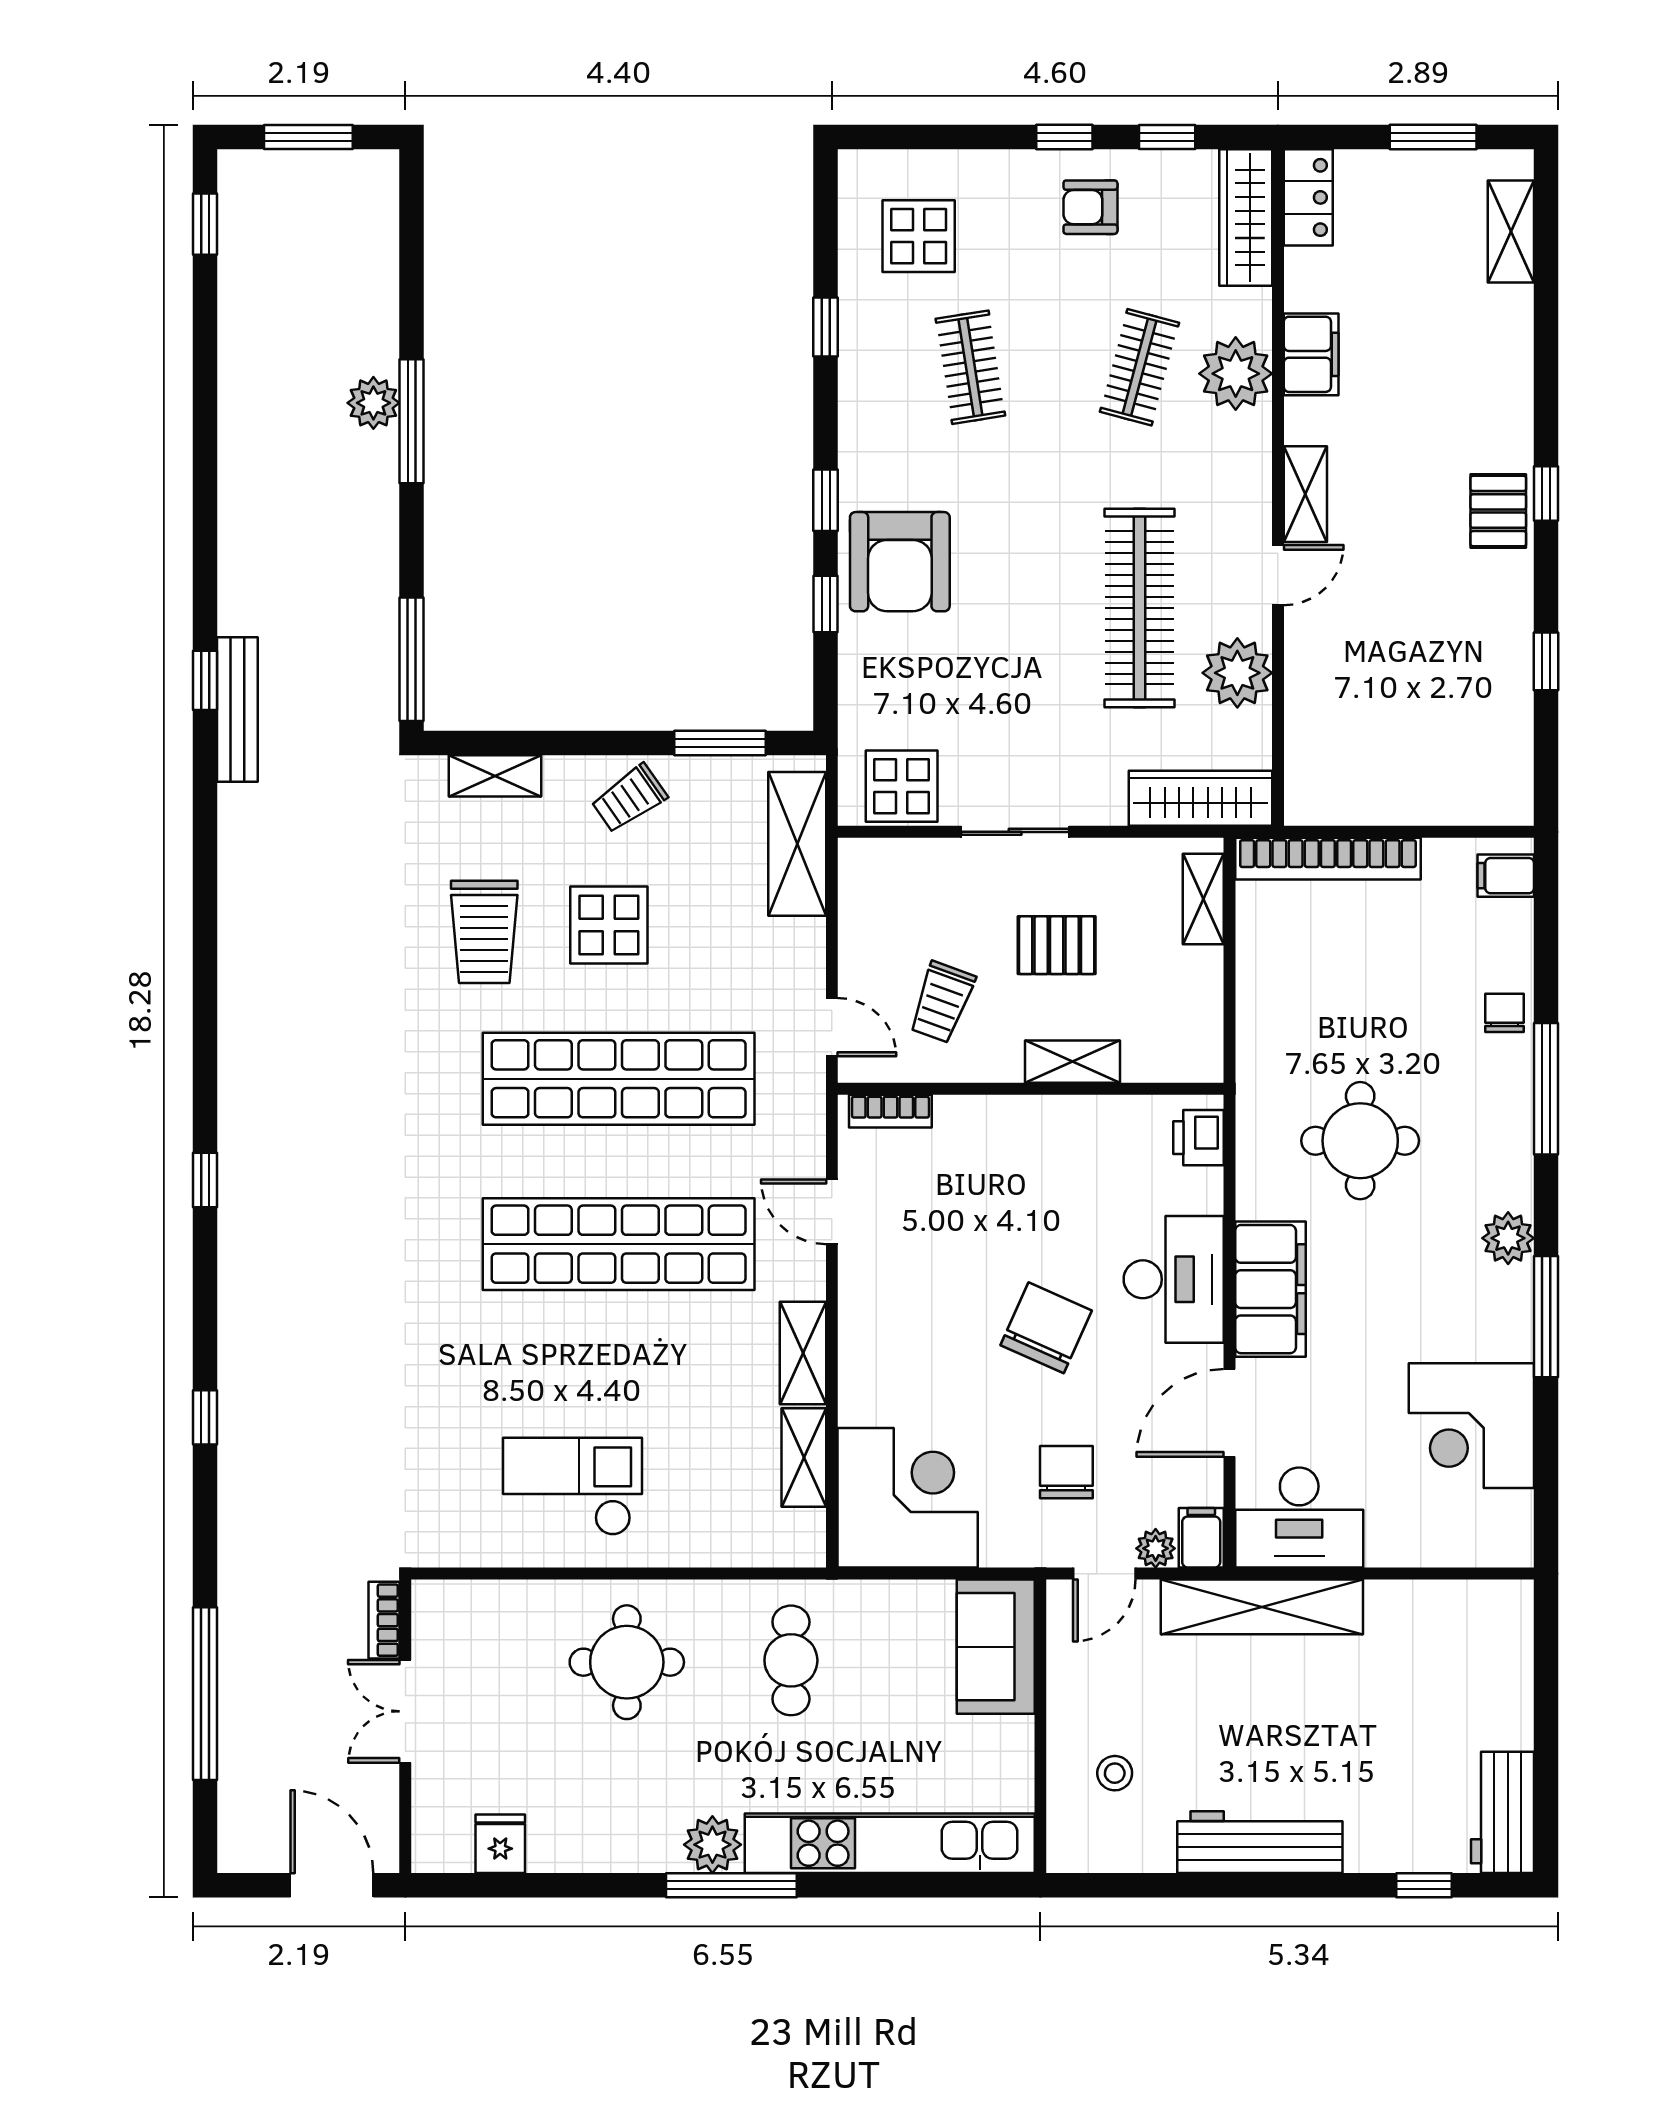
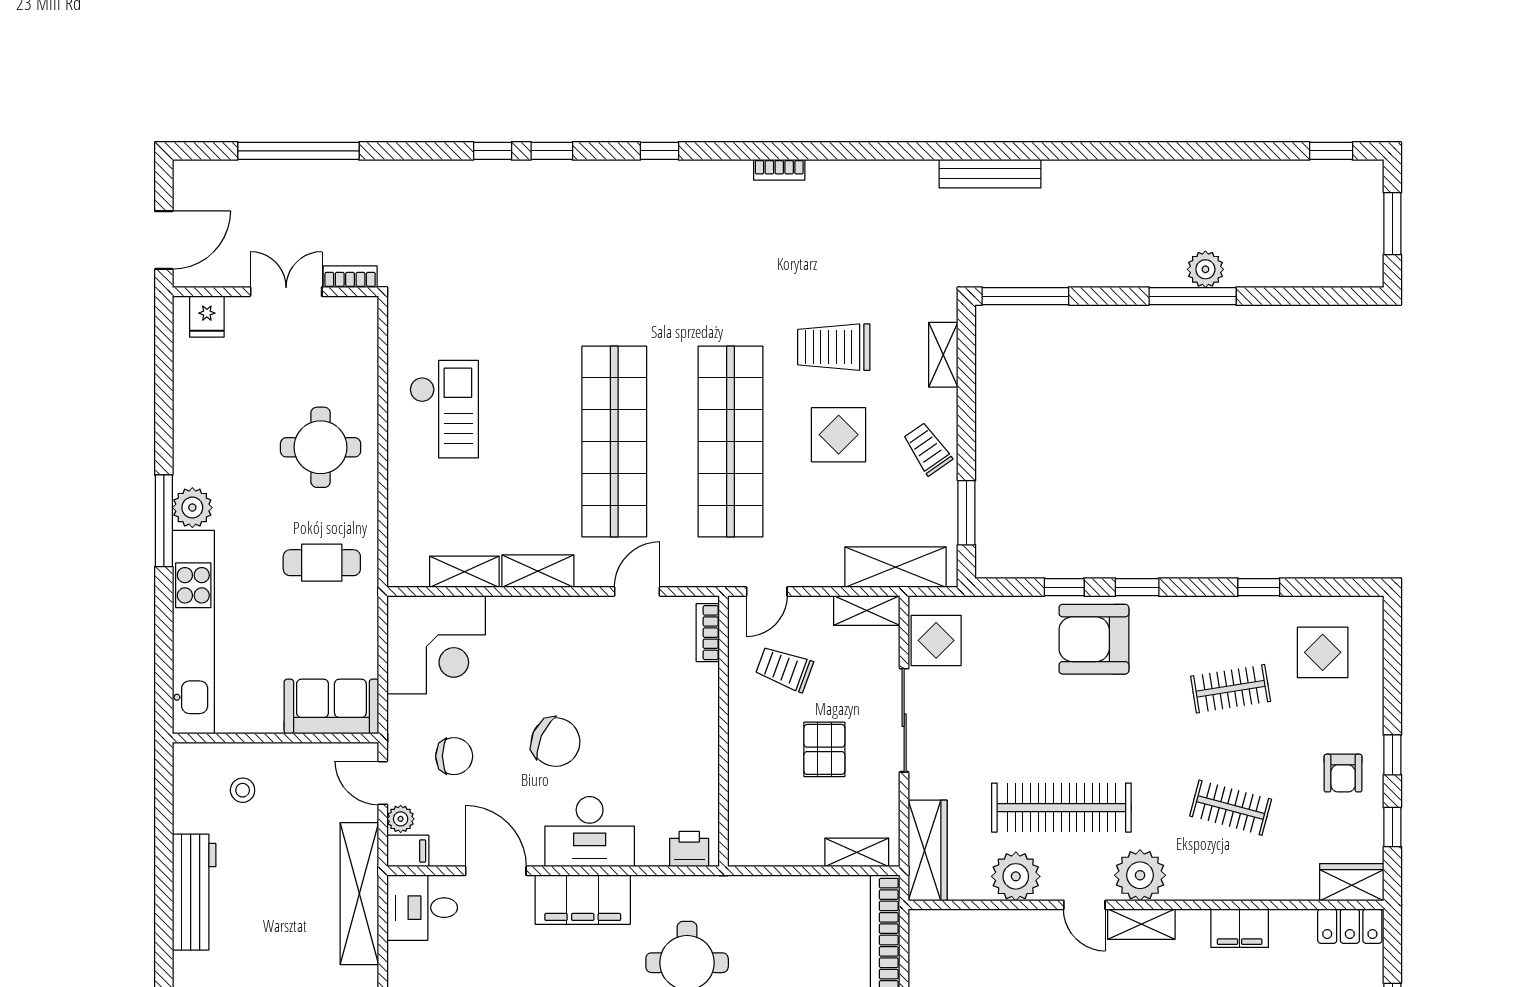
armchair: (1090, 207) -> (1343, 773), turned 180
wardrobe: (1246, 218) -> (1352, 882), width x0.67
plant: (1236, 374) -> (1140, 875), moved
window: (205, 680) -> (552, 151), moved
sliding door: (1015, 832) -> (904, 720), width x1.37
bookcase: (232, 1009) -> (779, 170), added
shelving: (1073, 1062) -> (867, 611), moved, turned 90
desk: (1299, 1518) -> (422, 908), width x0.73
fridge: (500, 1844) -> (207, 316), moved, turned 90

